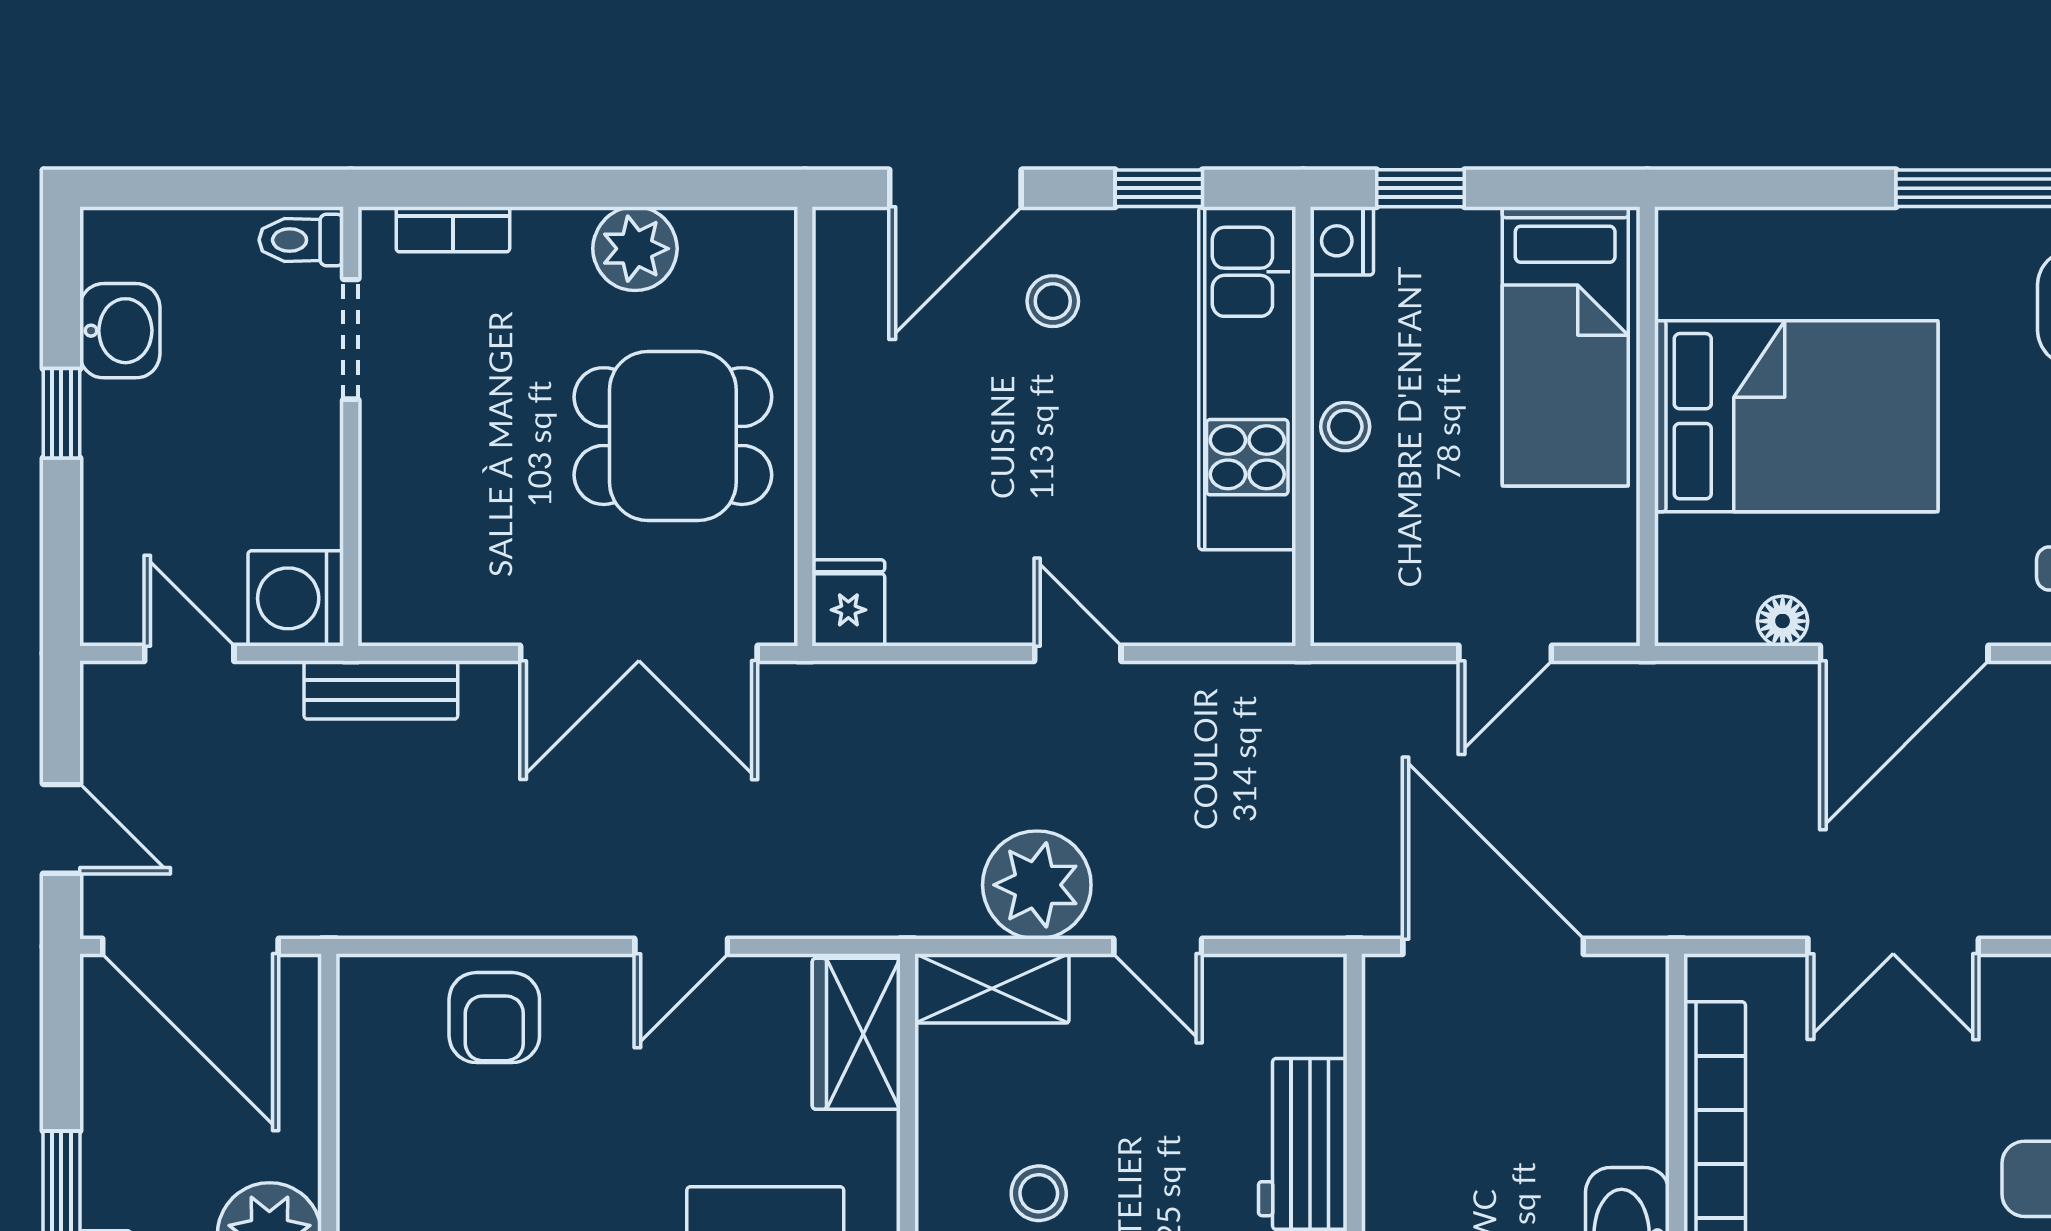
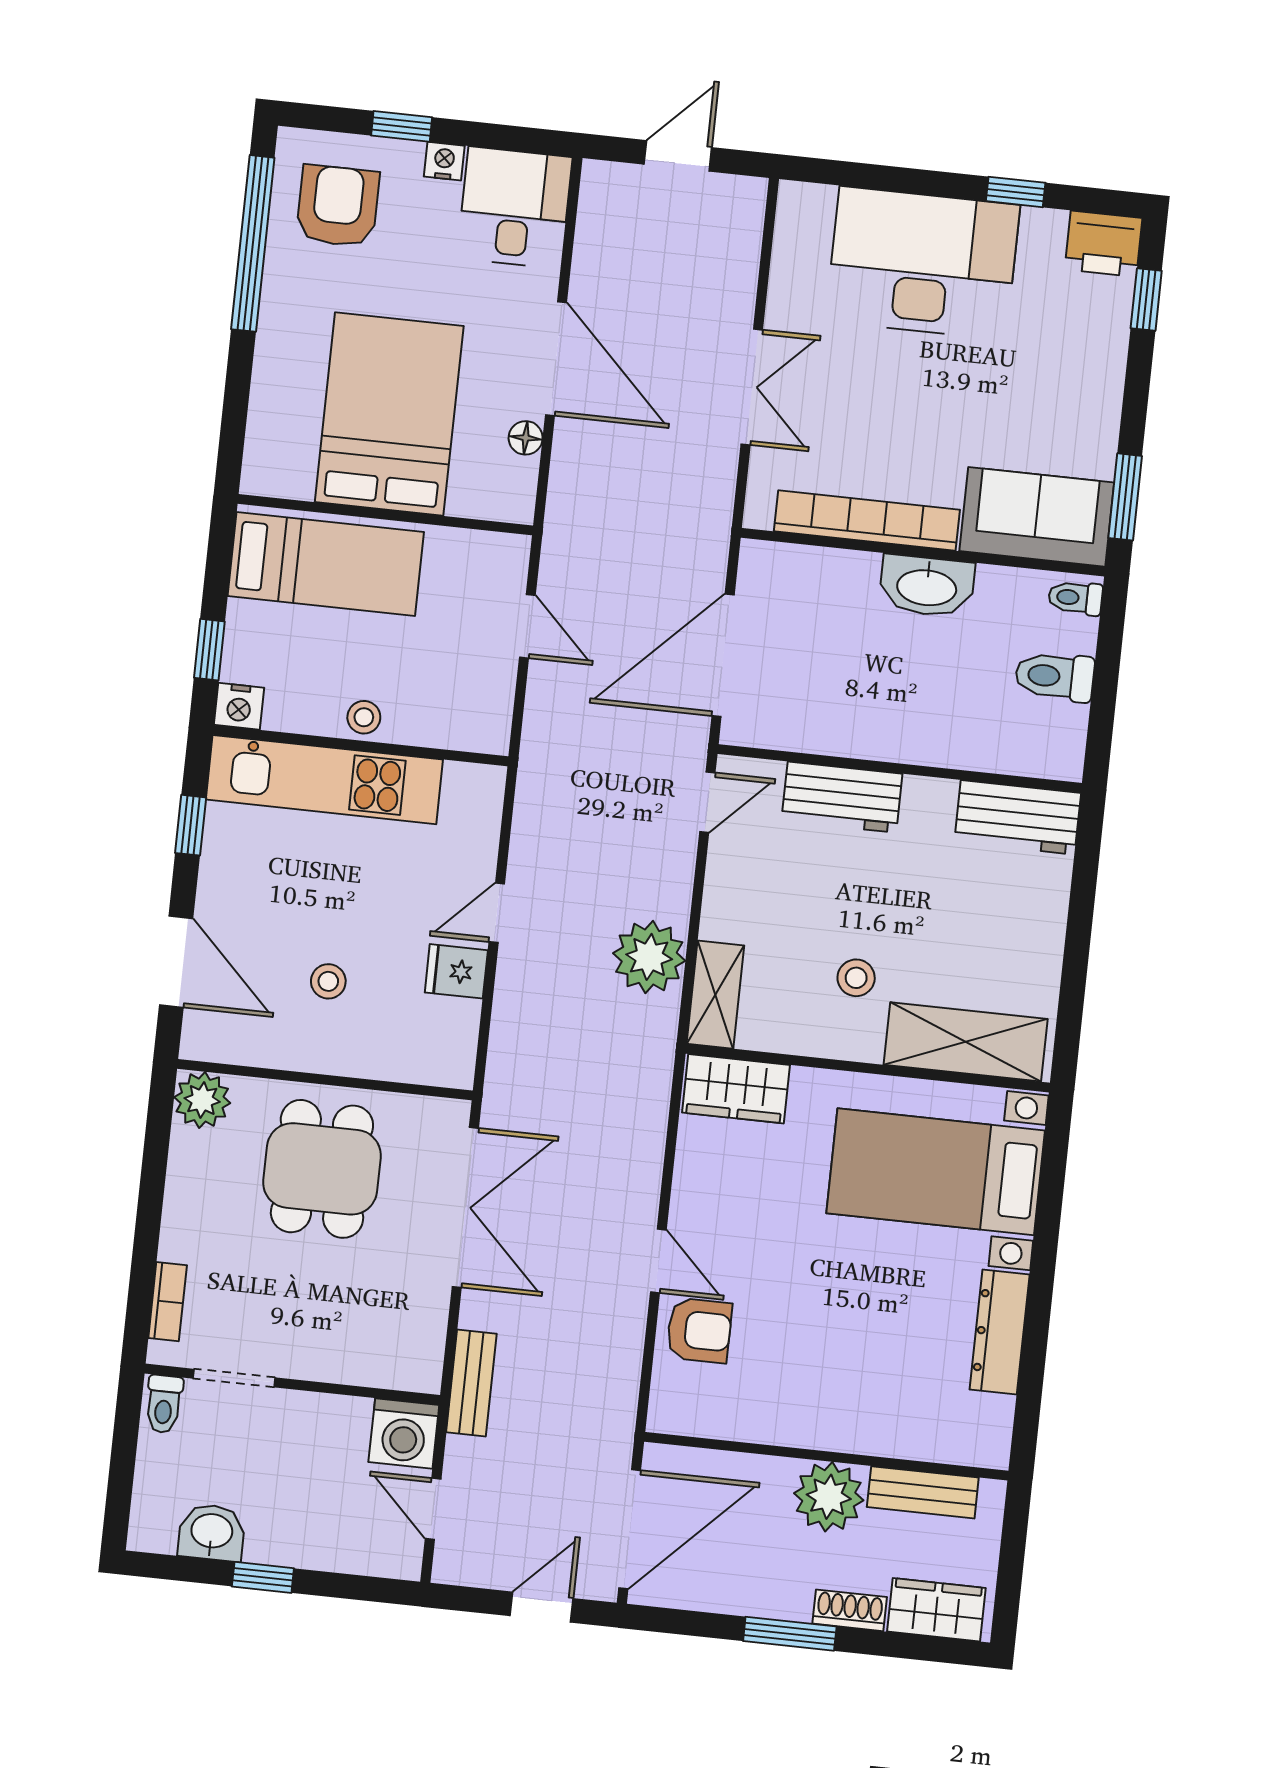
plant: (635, 249) -> (202, 1100), moved
stool: (1053, 301) -> (328, 981), moved
fridge: (848, 603) -> (456, 971), moved
door: (189, 653) -> (433, 1509), hinge flipped
door: (681, 946) -> (658, 1261), moved
door: (1158, 946) -> (707, 802), moved

